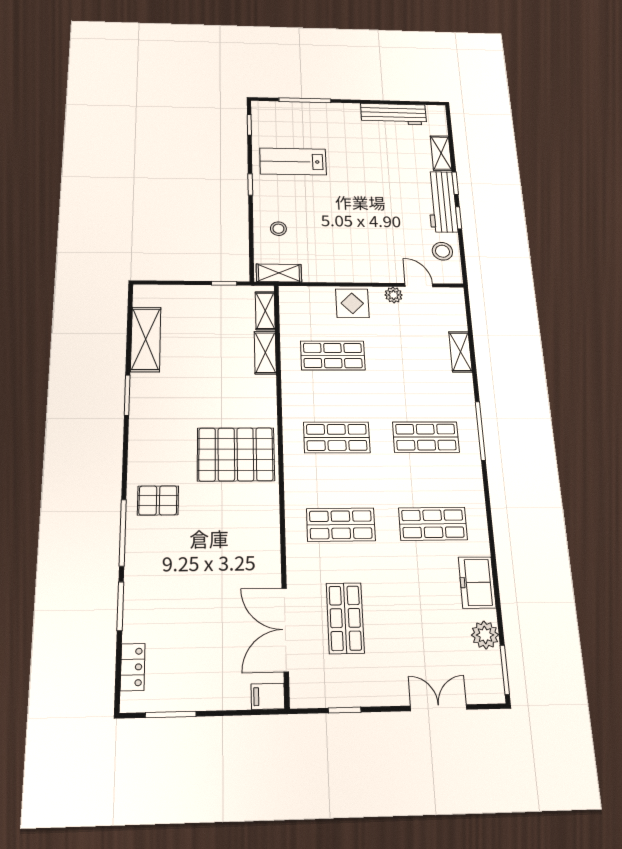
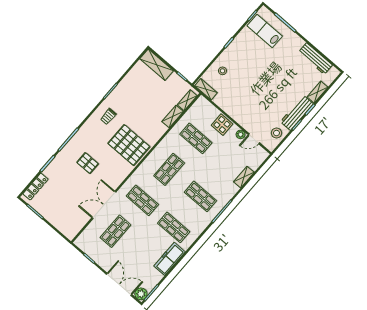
lab bench: (293, 161) -> (265, 31), moved
door: (419, 285) -> (254, 139), swing flipped
shelving: (146, 339) -> (157, 65), moved, turned 90
trolley: (160, 437) -> (108, 116), added
shop shelf: (337, 437) -> (169, 169), turned 90
pallet: (158, 500) -> (88, 163), moved
freezer: (477, 582) -> (169, 259), width x1.40
double door: (285, 630) -> (104, 205), moved
plant: (485, 635) -> (141, 294), moved
locker: (133, 667) -> (35, 187), width x1.53
filing cabinet: (268, 696) -> (69, 233), removed
double door: (439, 708) -> (119, 284), width x1.37

